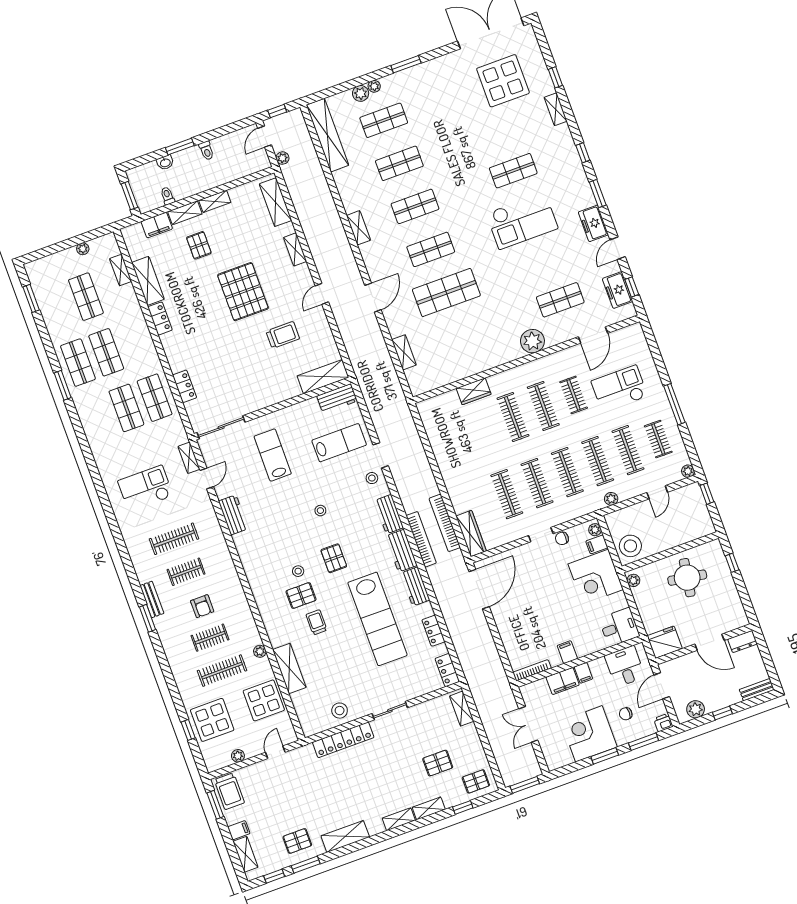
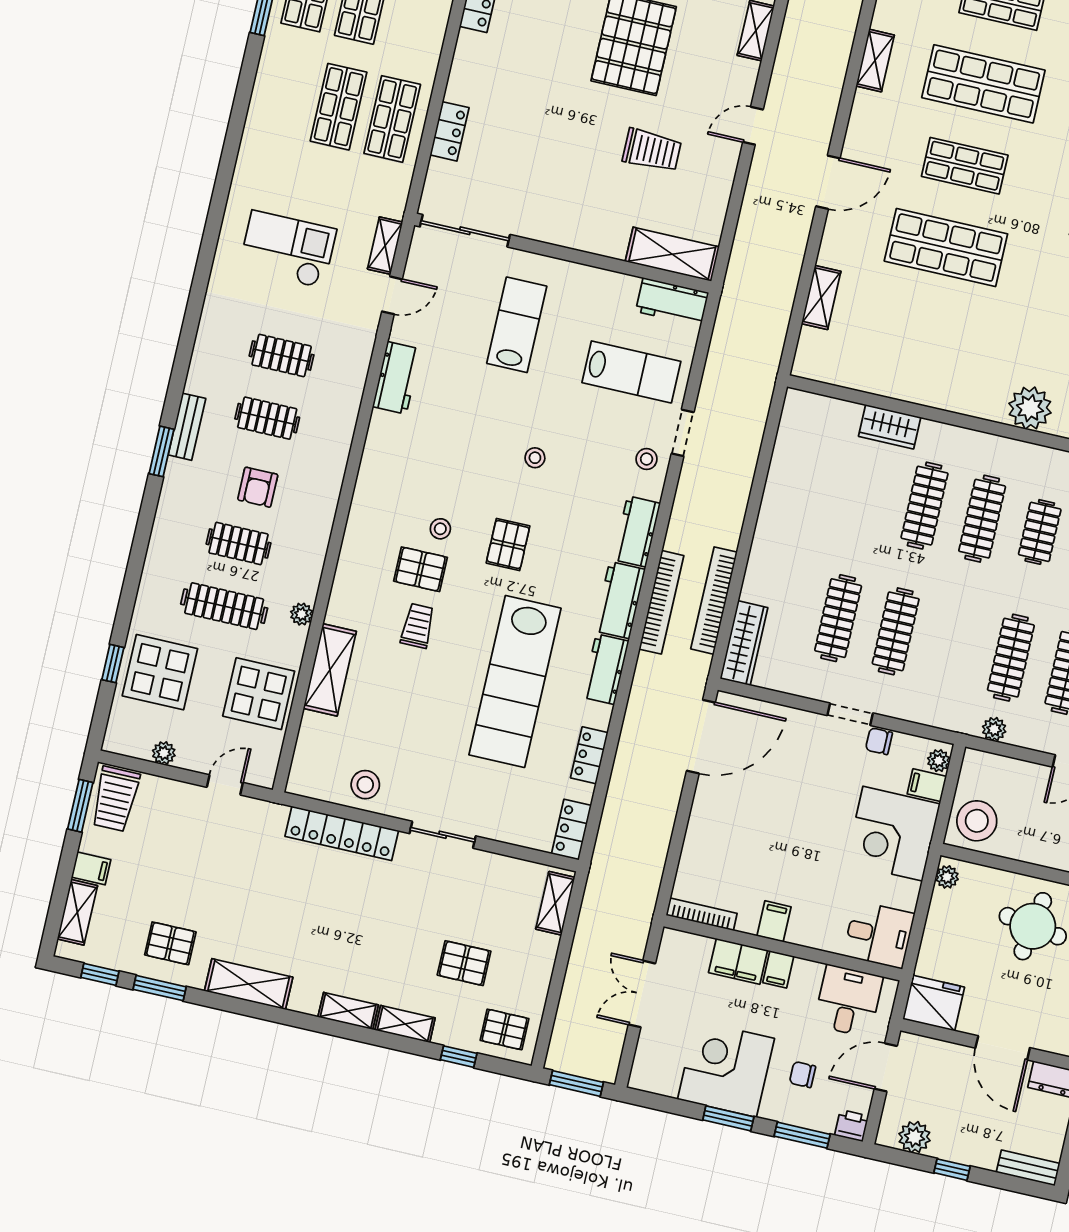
shop shelf: (415, 206) -> (983, 84), width x1.43, depth x1.36
clothes rail: (567, 472) -> (953, 645), removed
clothes rail: (174, 539) -> (282, 355), width x0.73

